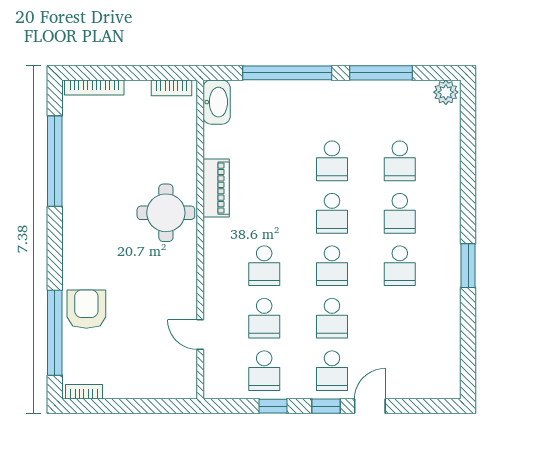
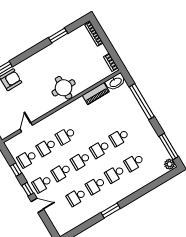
window: (381, 73) -> (169, 146), moved
window: (55, 161) -> (58, 36), width x0.47
piano: (216, 188) -> (96, 94), moved
school desk: (400, 318) -> (76, 197), added

